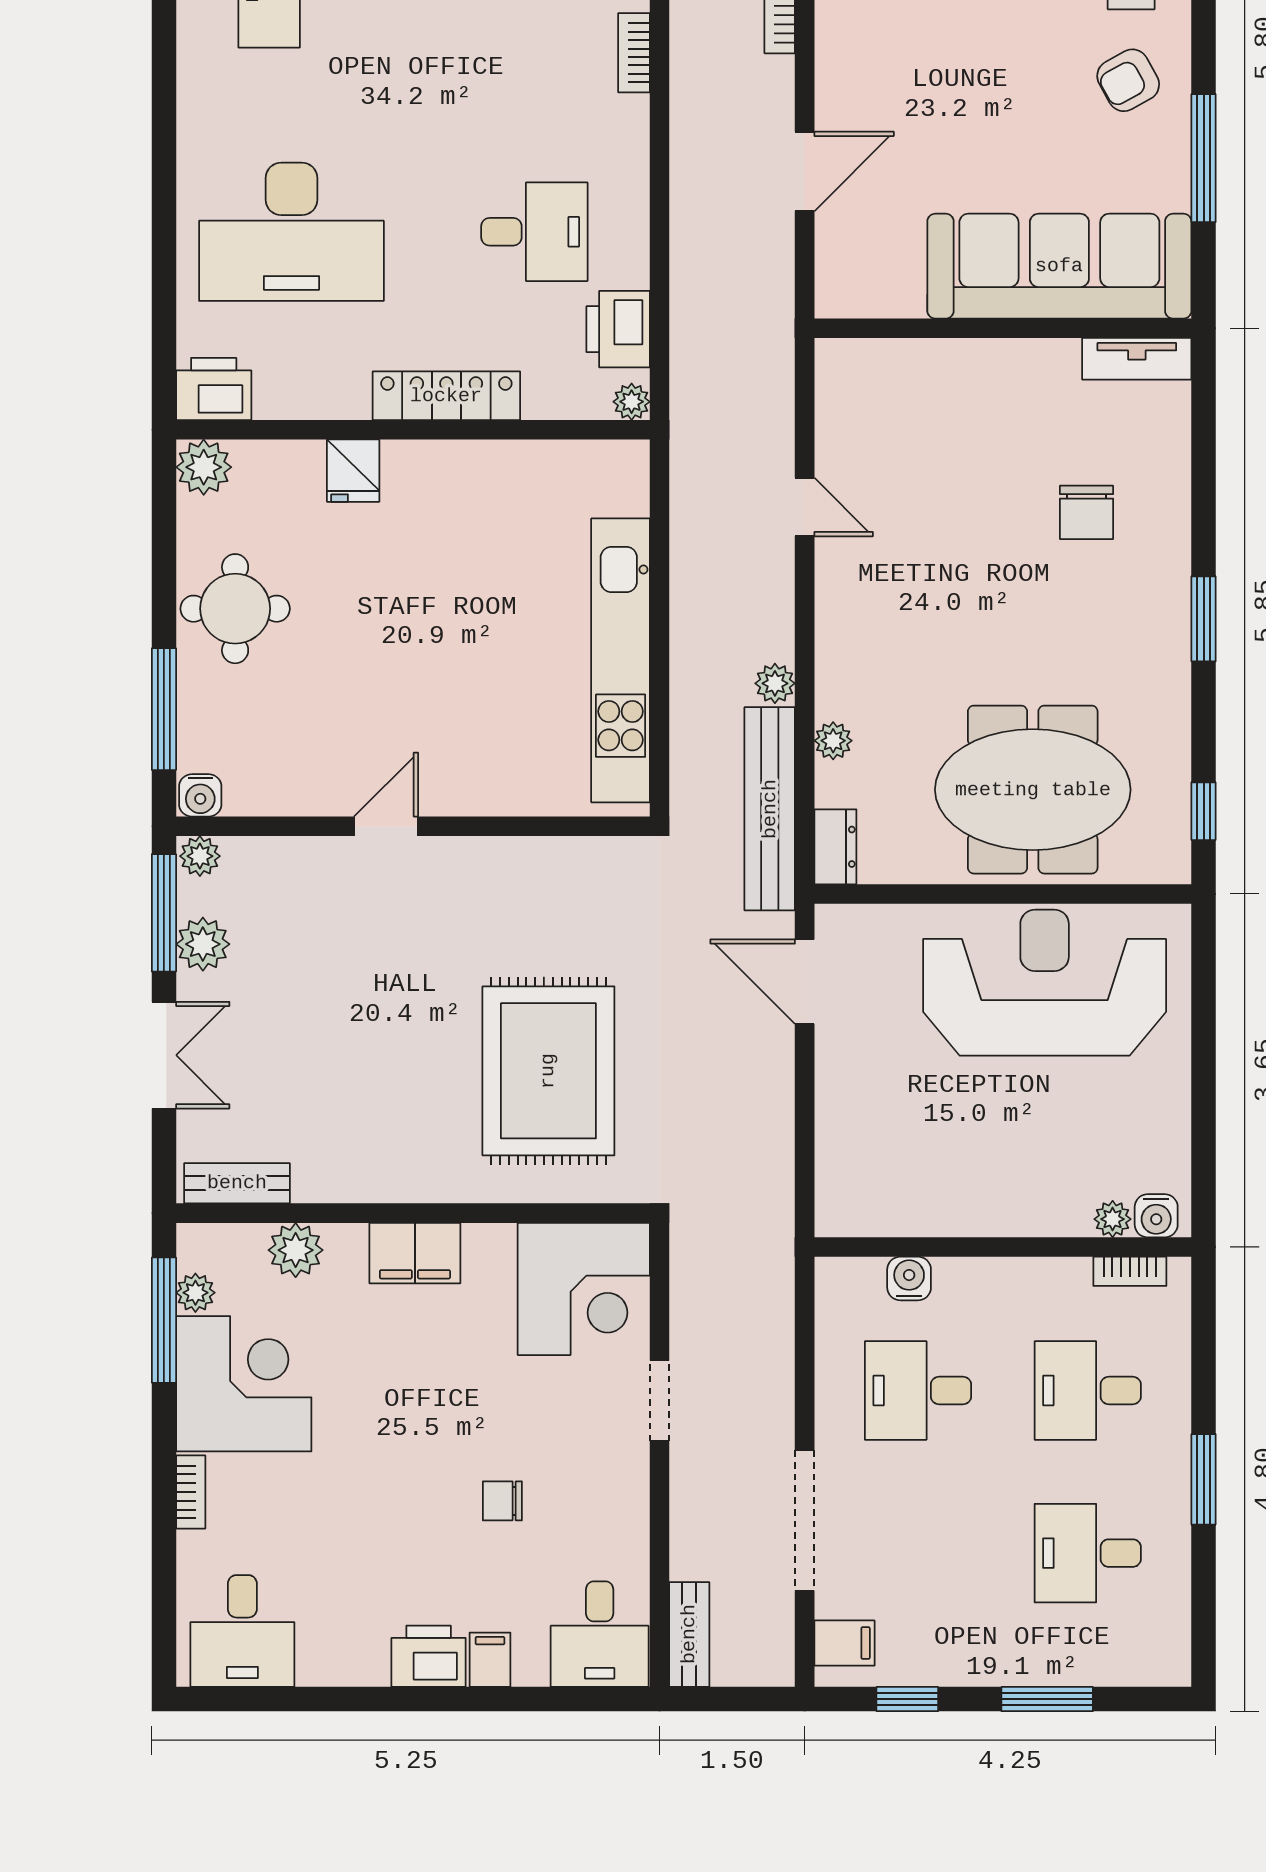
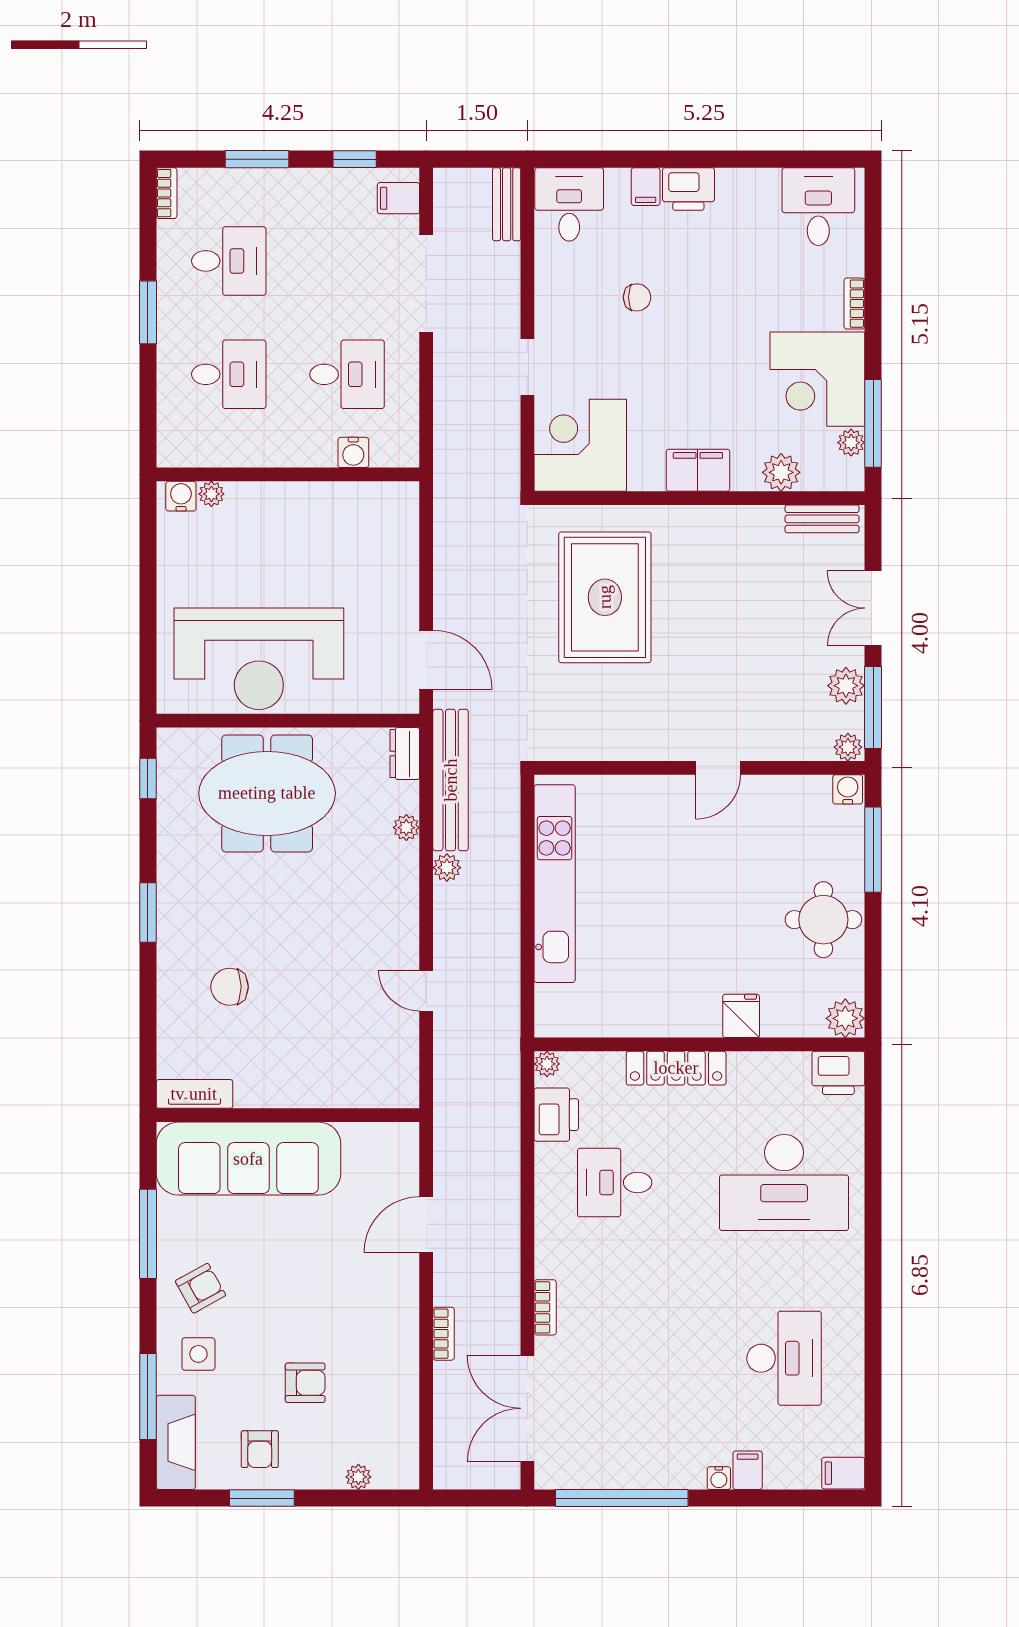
desk: (291, 232) -> (784, 1183), turned 180
chair: (1086, 512) -> (230, 987), turned -90
bookcase: (1130, 1271) -> (167, 193), moved, turned 90

